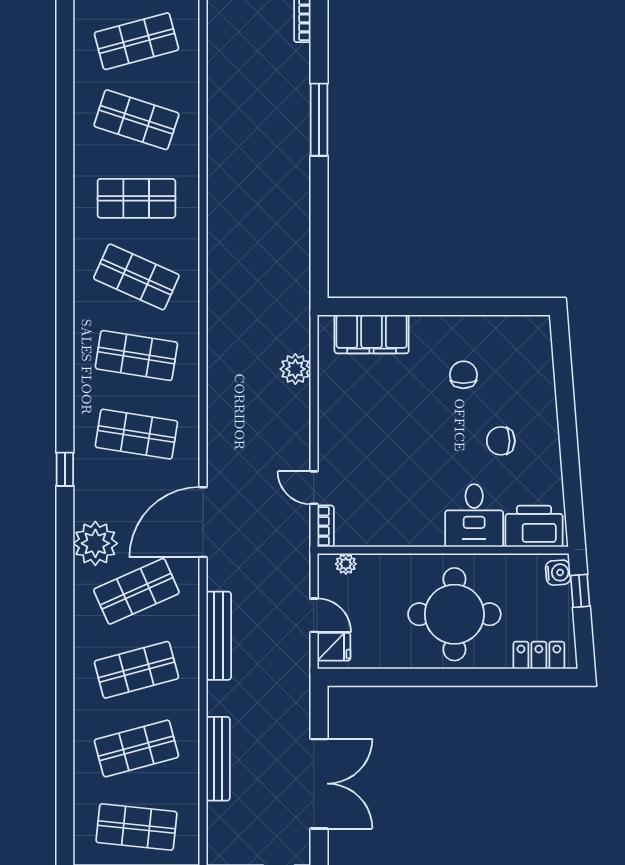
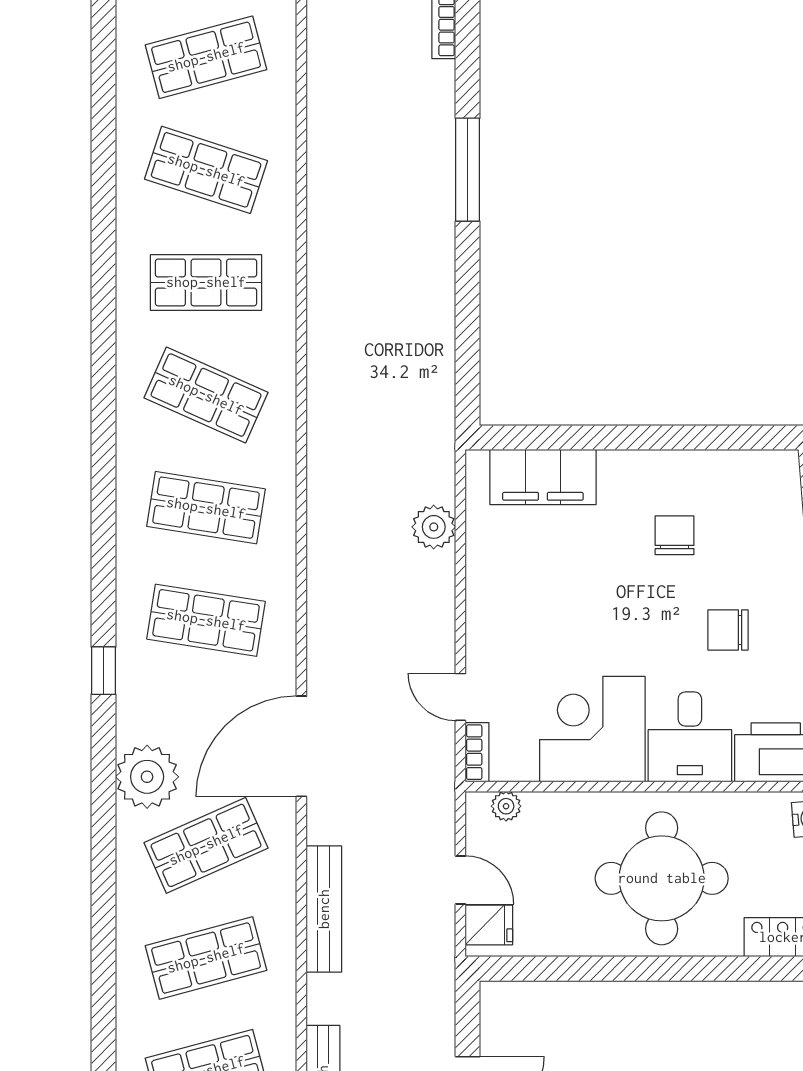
corner desk: (406, 510) -> (592, 729), added

